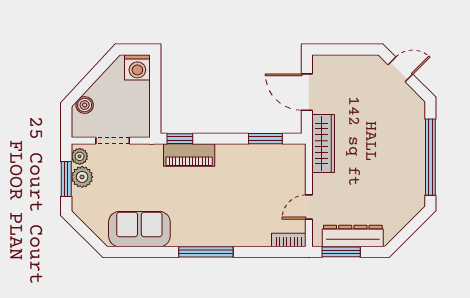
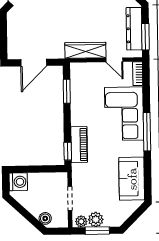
wardrobe: (323, 144) -> (85, 50), moved
corner sofa: (232, 220) -> (124, 114), added

